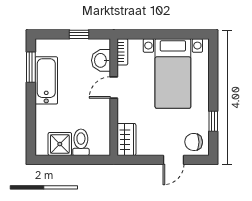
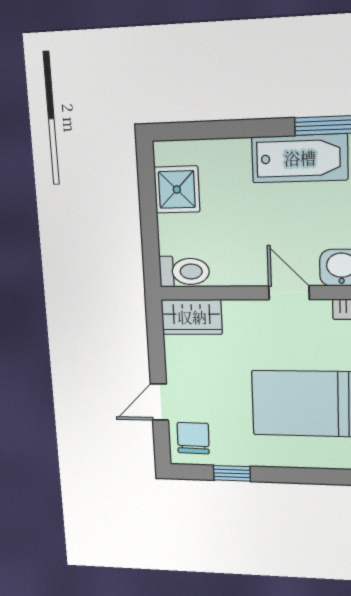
toilet: (81, 142) -> (184, 272), moved
door: (173, 160) -> (159, 402), hinge flipped

